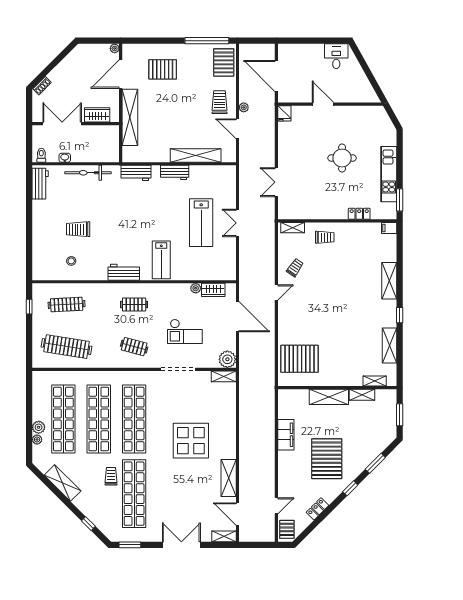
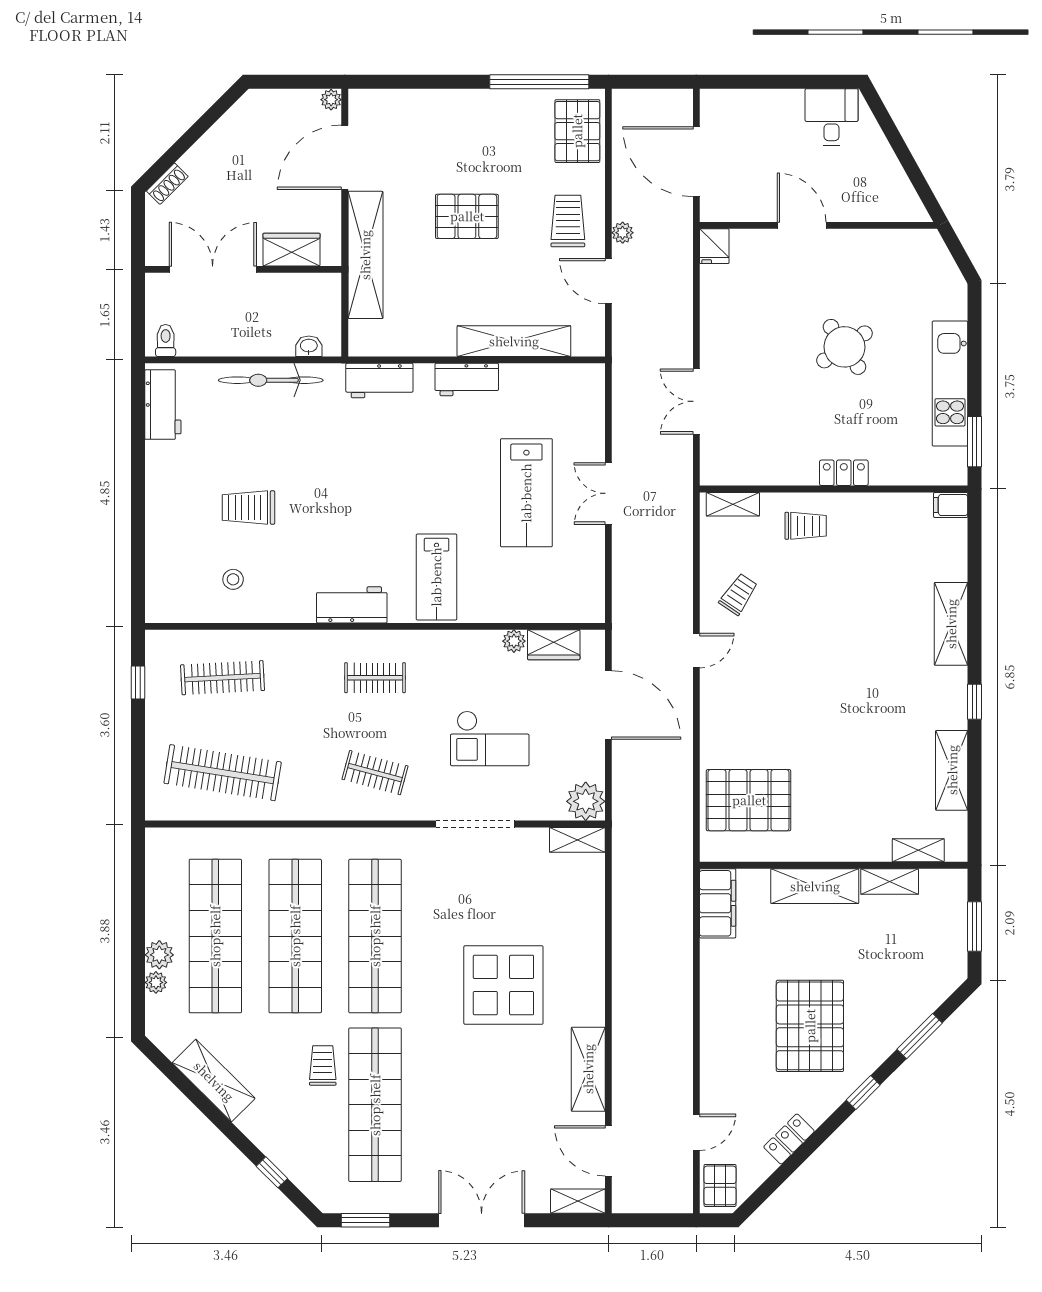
pallet: (163, 69) -> (467, 216), moved
washbasin: (65, 158) -> (309, 346), moved
round table: (342, 158) -> (844, 347), turned -34
locker: (359, 214) -> (844, 473), moved
filing cabinet: (286, 435) -> (718, 903), moved

